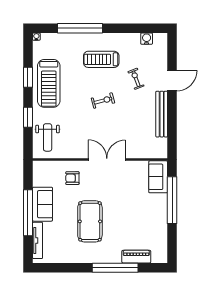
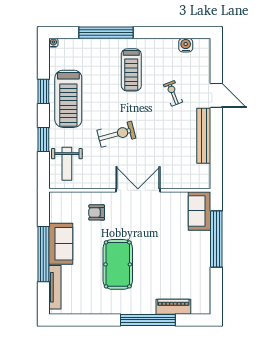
treadmill: (101, 59) -> (131, 70), turned -90
door: (172, 81) -> (216, 95), hinge flipped
exercise bike: (103, 101) -> (116, 134), moved, width x1.38, depth x1.39

